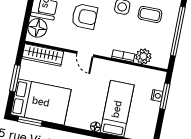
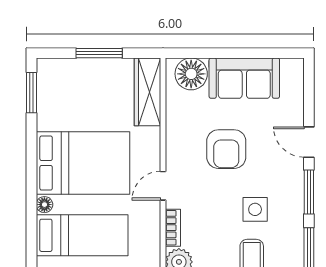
door: (85, 54) -> (163, 186), moved
bed: (41, 102) -> (83, 163), moved, turned -90

